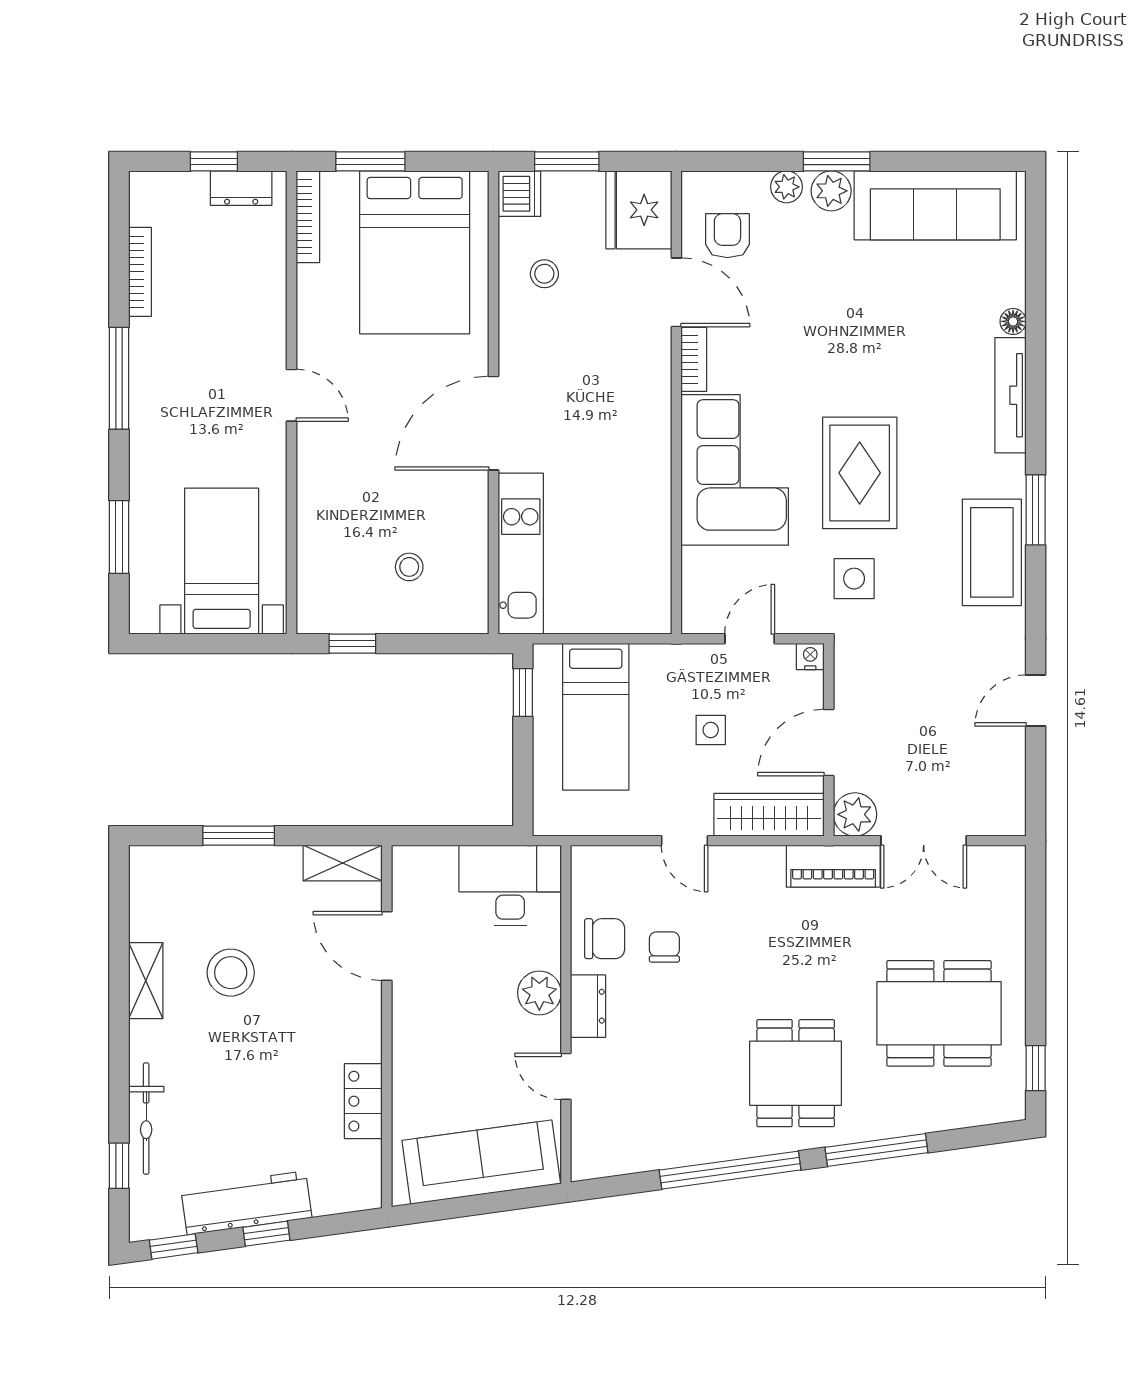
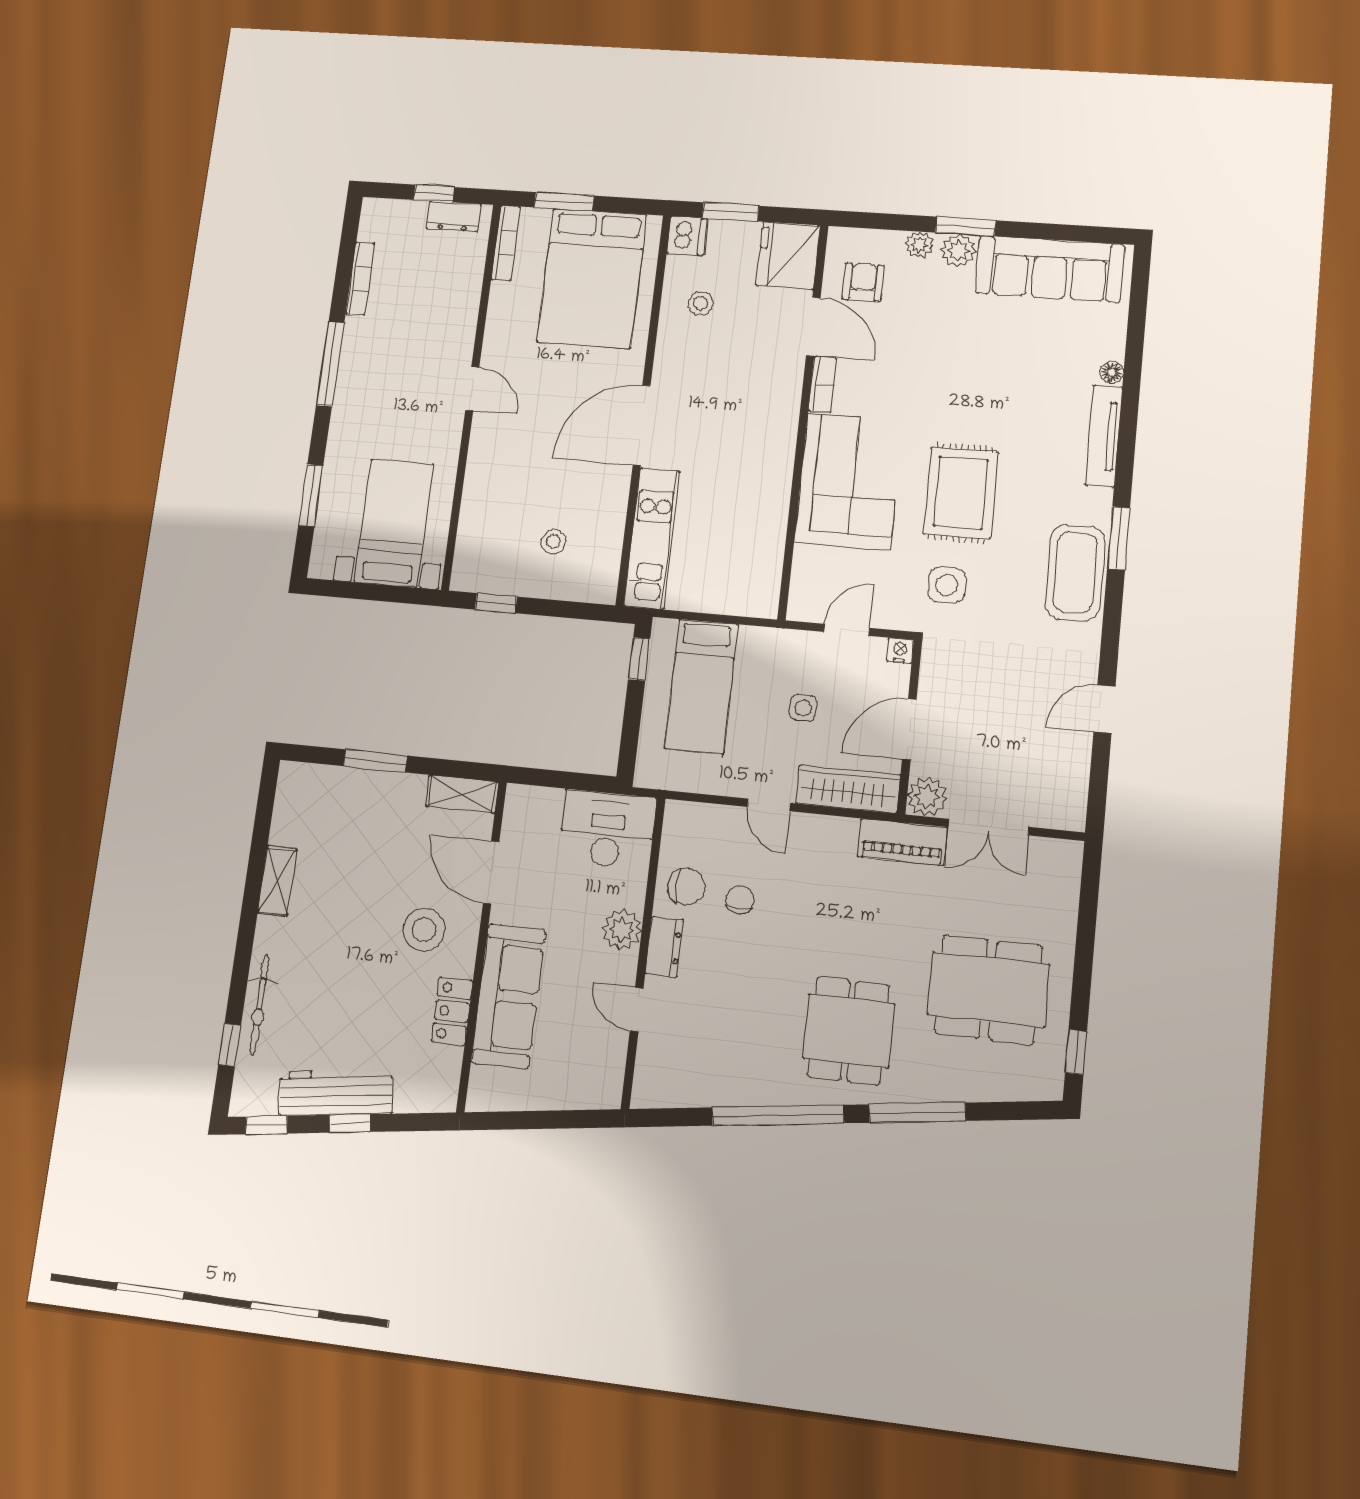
stool: (231, 973) -> (424, 930), moved
sofa: (481, 1162) -> (508, 996), moved, turned 98

